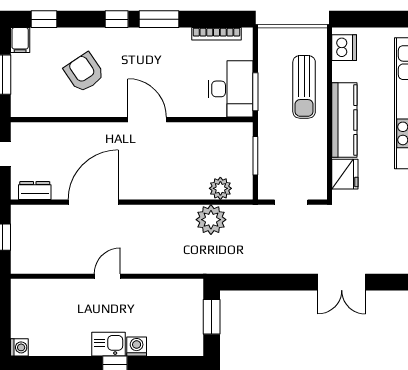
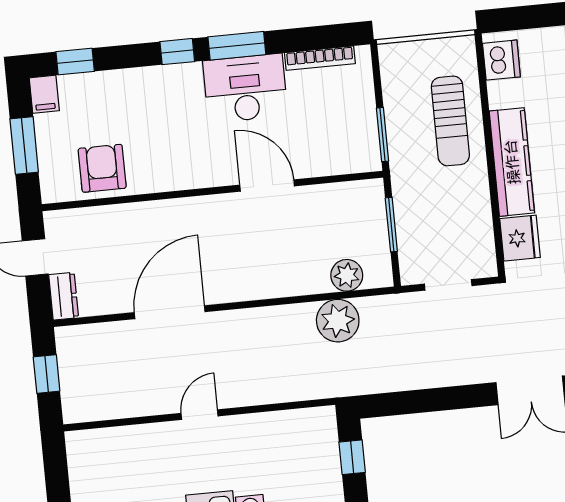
armchair: (84, 72) -> (102, 168), moved, turned 34
desk: (231, 89) -> (245, 88), moved, turned -90
door: (147, 120) -> (267, 186), moved
dresser: (35, 191) -> (64, 296), moved, turned 90
window: (212, 317) -> (352, 457), width x0.67

